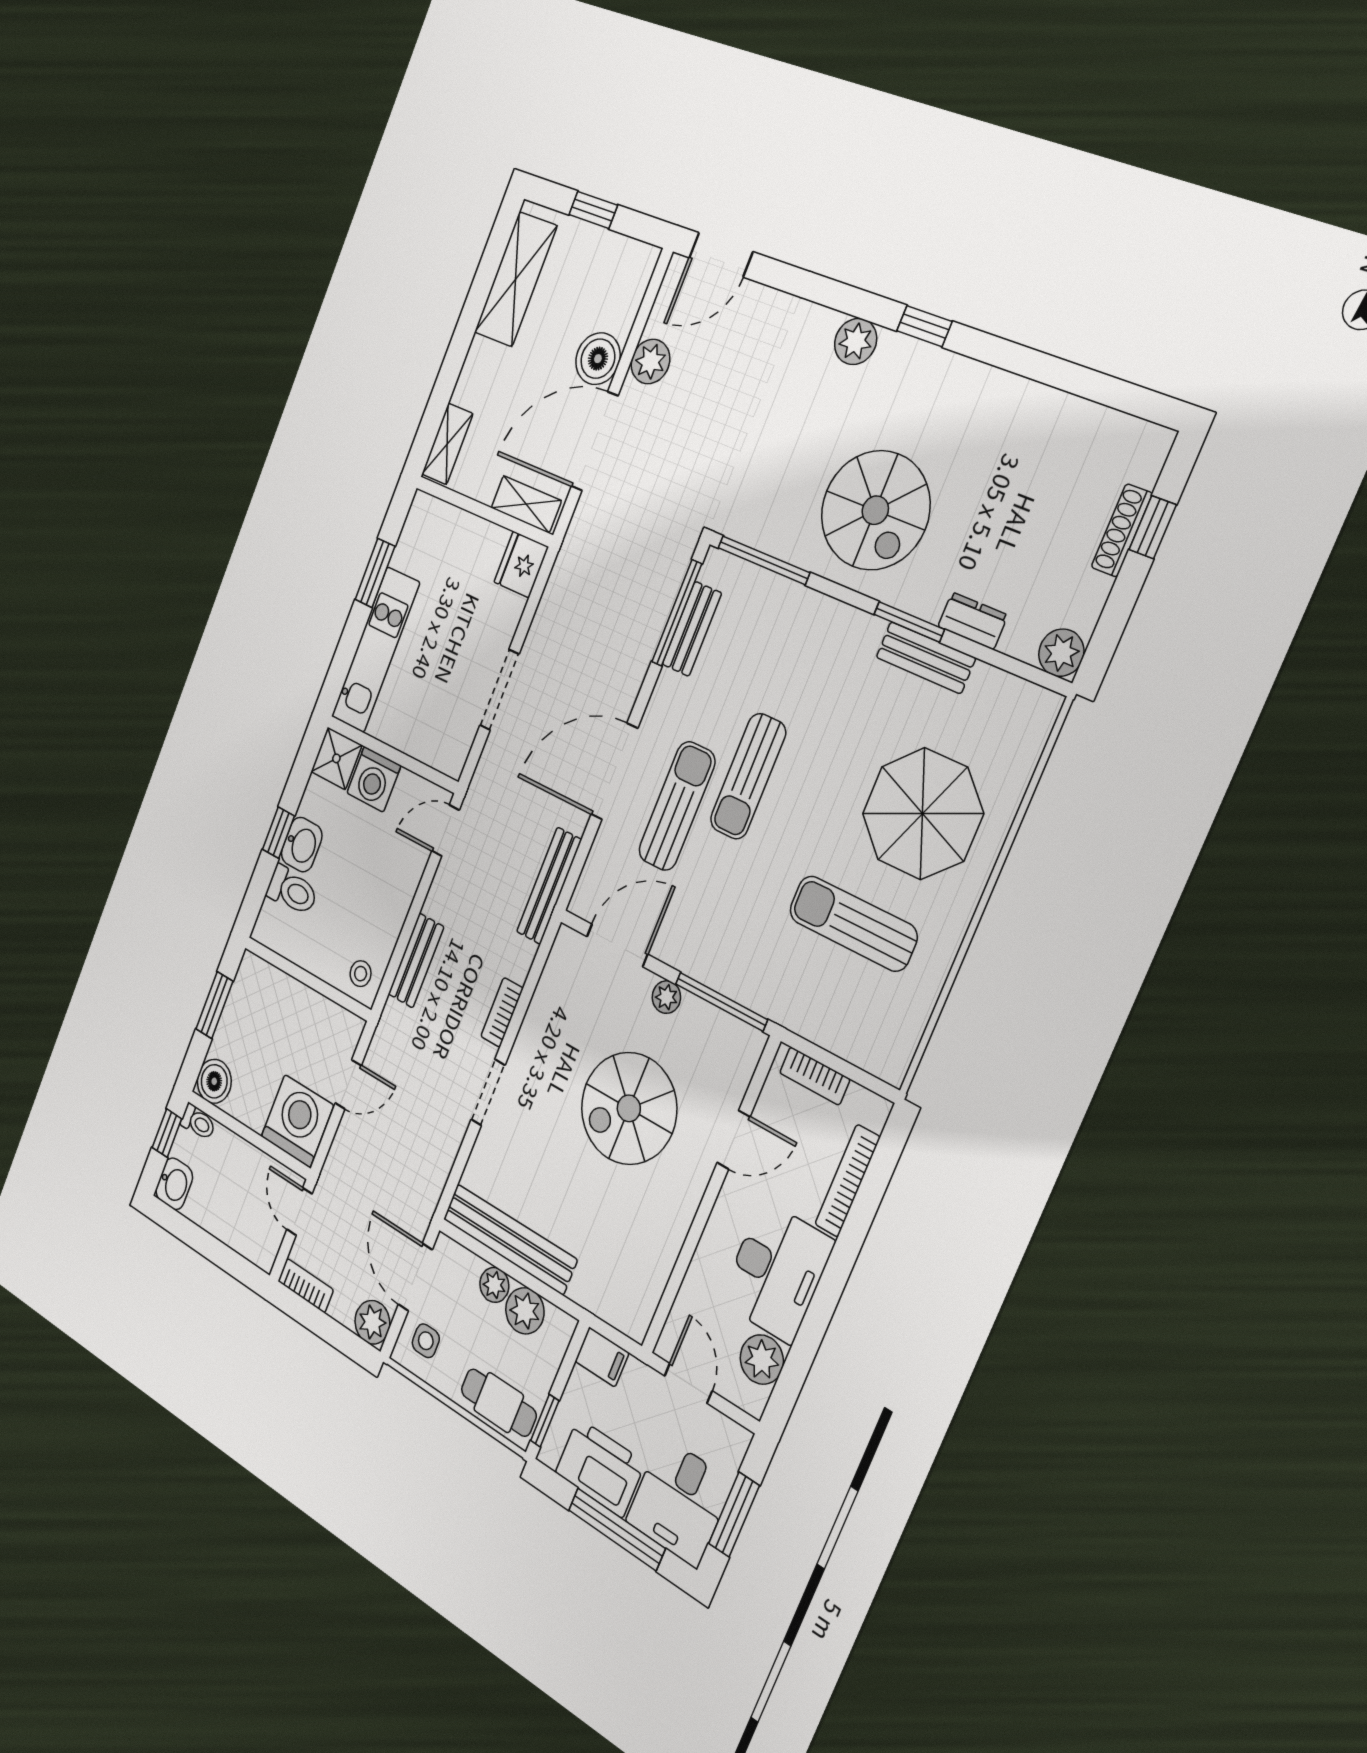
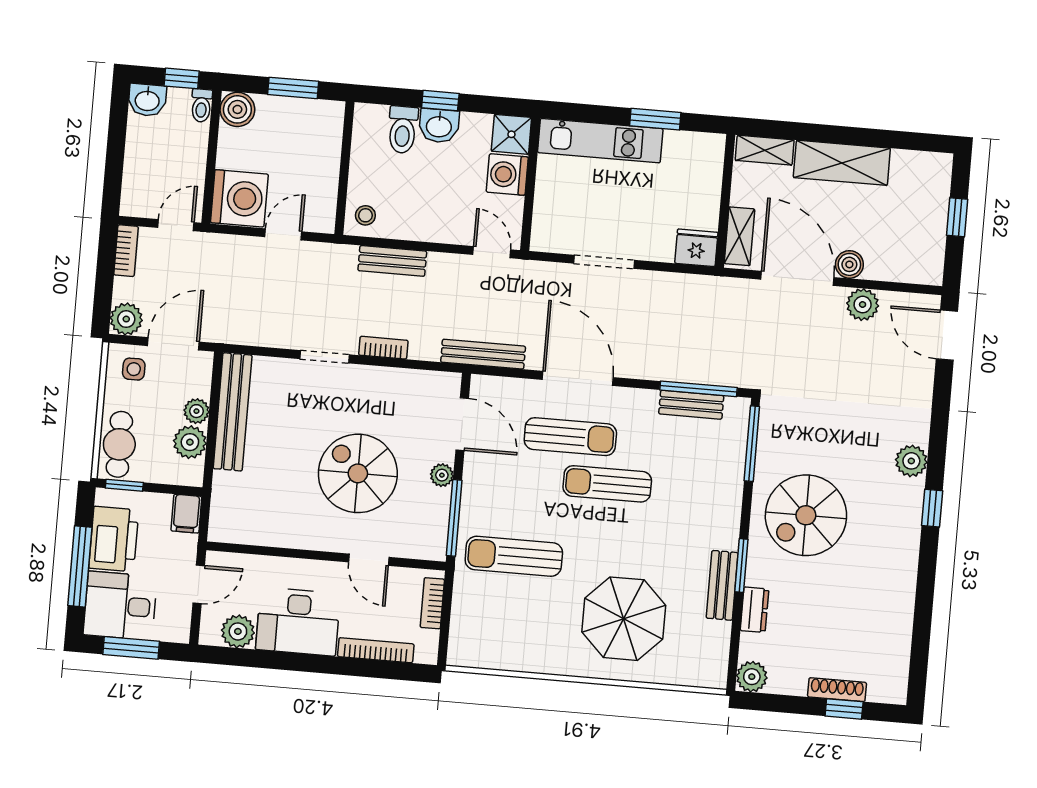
shelving: (516, 279) -> (842, 163), moved
boiler: (598, 359) -> (849, 264), width x0.73, depth x0.73
sun lounger: (853, 923) -> (514, 556), moved, turned -90
door: (348, 1084) -> (283, 234), swing flipped

